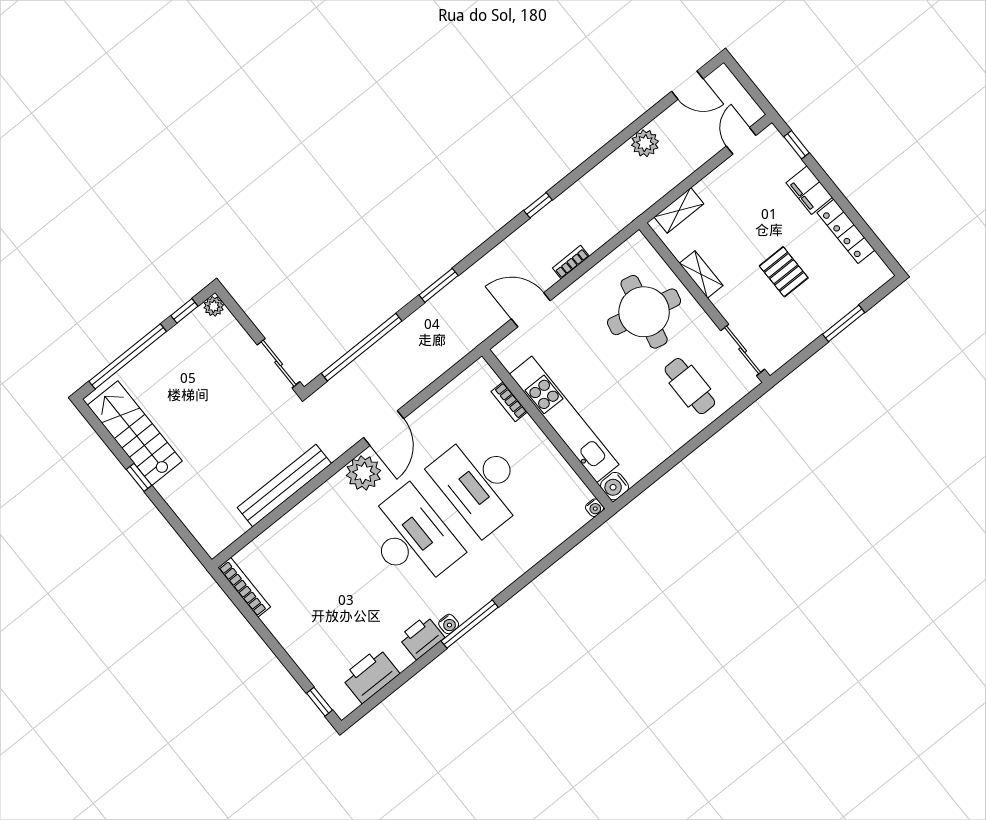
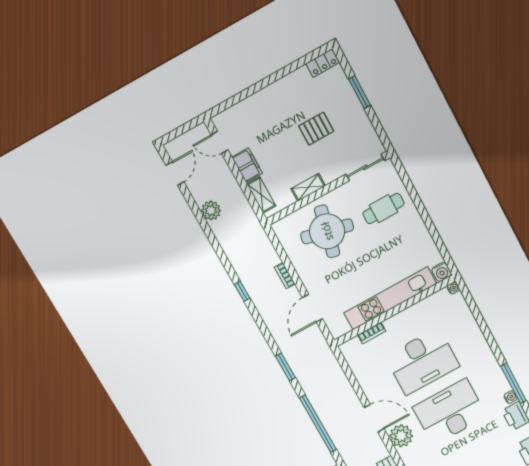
window: (796, 145) -> (229, 103), removed
filing cabinet: (809, 190) -> (247, 165), moved, turned -90
locker: (846, 231) -> (323, 63), moved, width x0.66

